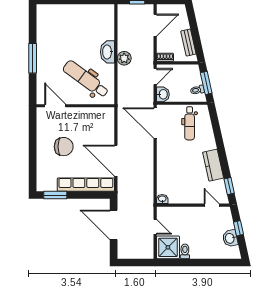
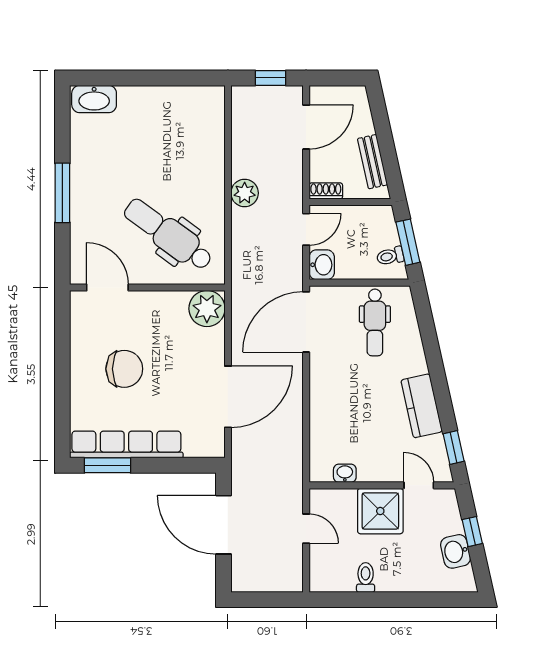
washbasin: (107, 52) -> (94, 99), moved, turned -90
plant: (105, 116) -> (207, 309), added
door: (155, 123) -> (306, 322), hinge flipped
door: (116, 161) -> (228, 397), swing flipped
row of seats: (86, 185) -> (126, 445), moved
washbasin: (162, 199) -> (345, 473), moved
shower: (168, 247) -> (380, 511), moved

